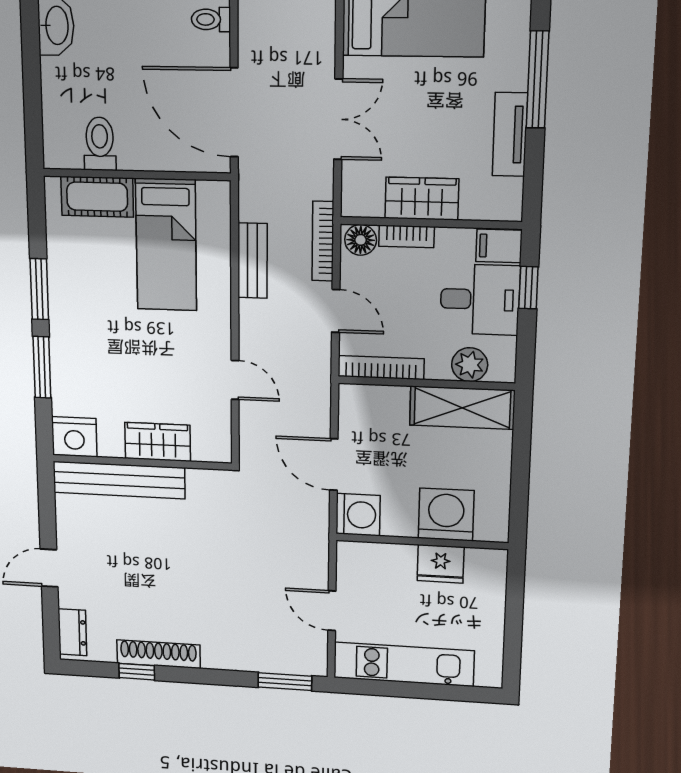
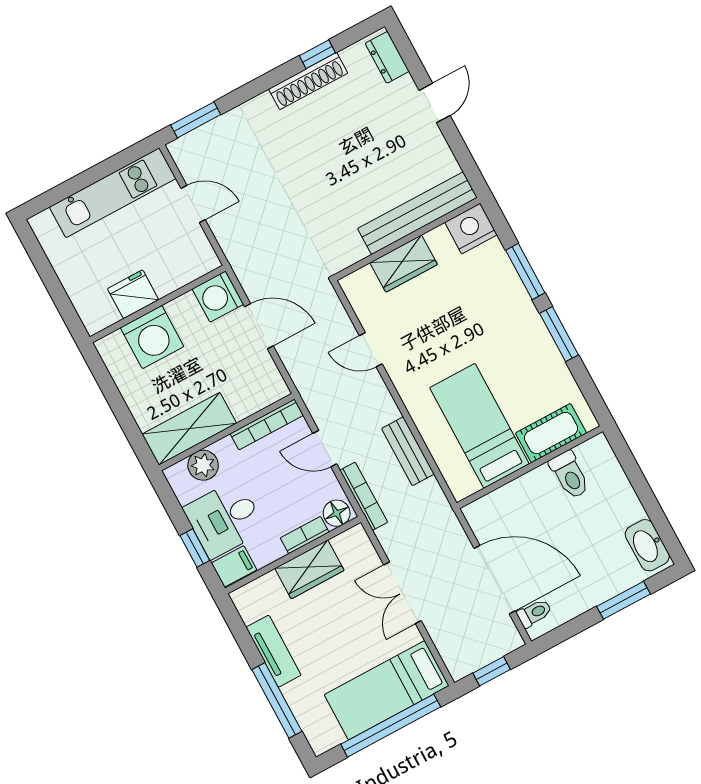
door: (234, 112) -> (495, 580), moved

